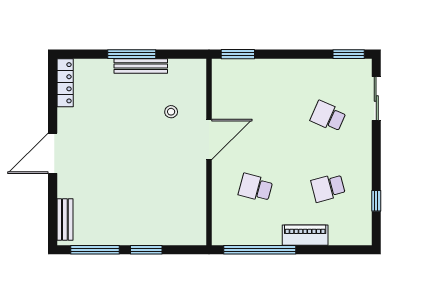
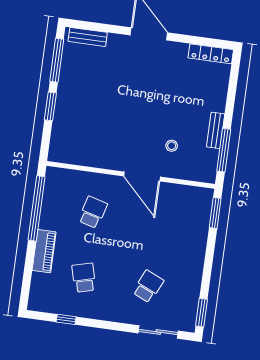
window: (132, 54) -> (224, 150), moved
bench: (141, 66) -> (216, 130), width x0.73

